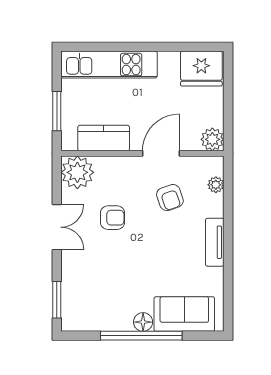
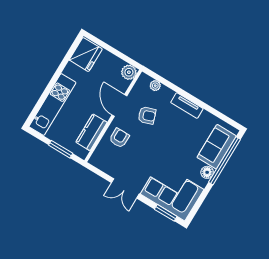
plant: (77, 172) -> (102, 158), removed
armchair: (113, 218) -> (119, 138), moved
double door: (57, 227) -> (125, 188), swing flipped
corner sofa: (90, 291) -> (172, 192), added
window: (141, 336) -> (225, 161), moved

